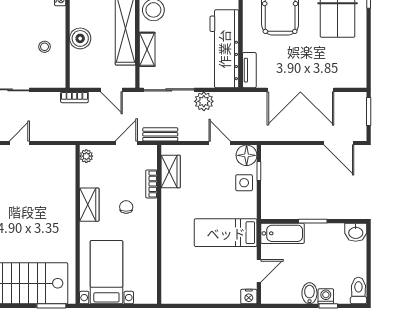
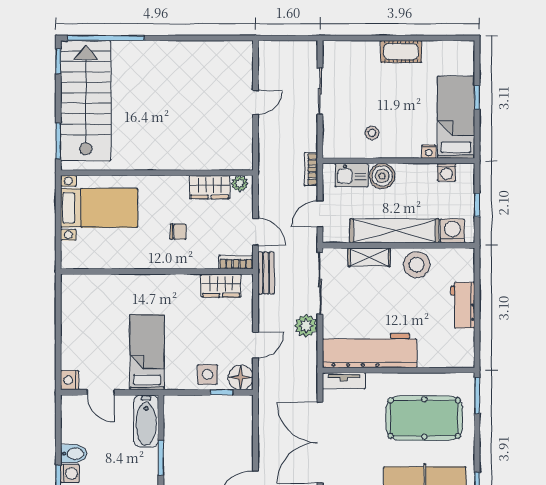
kitchen sink: (79, 64) -> (351, 175), added
door: (19, 143) -> (256, 102), hinge flipped
bookcase: (151, 184) -> (236, 262), moved
wardrobe: (89, 205) -> (210, 187), moved

